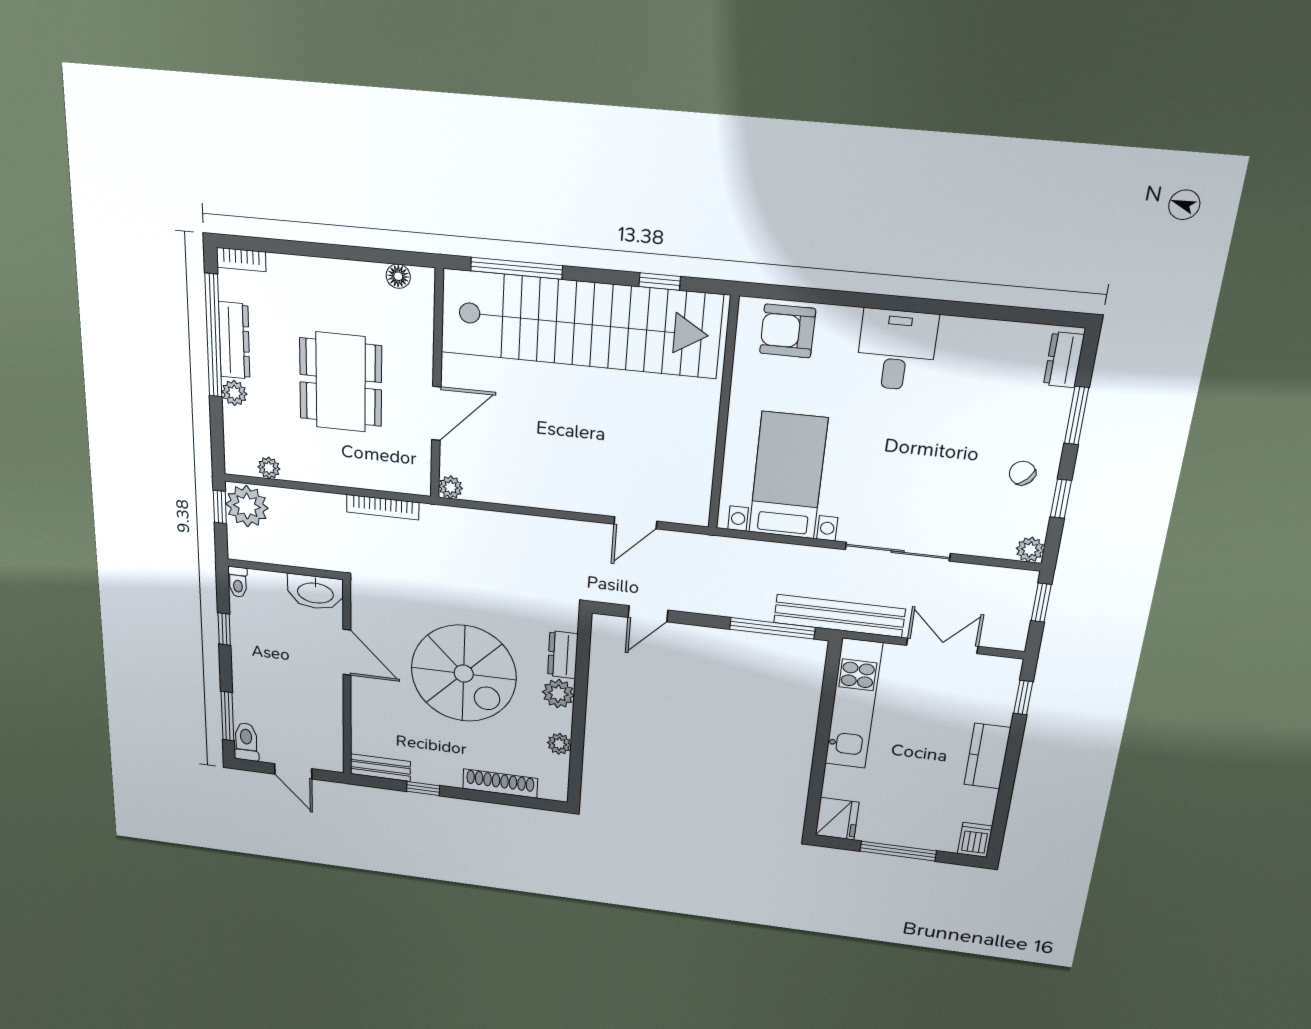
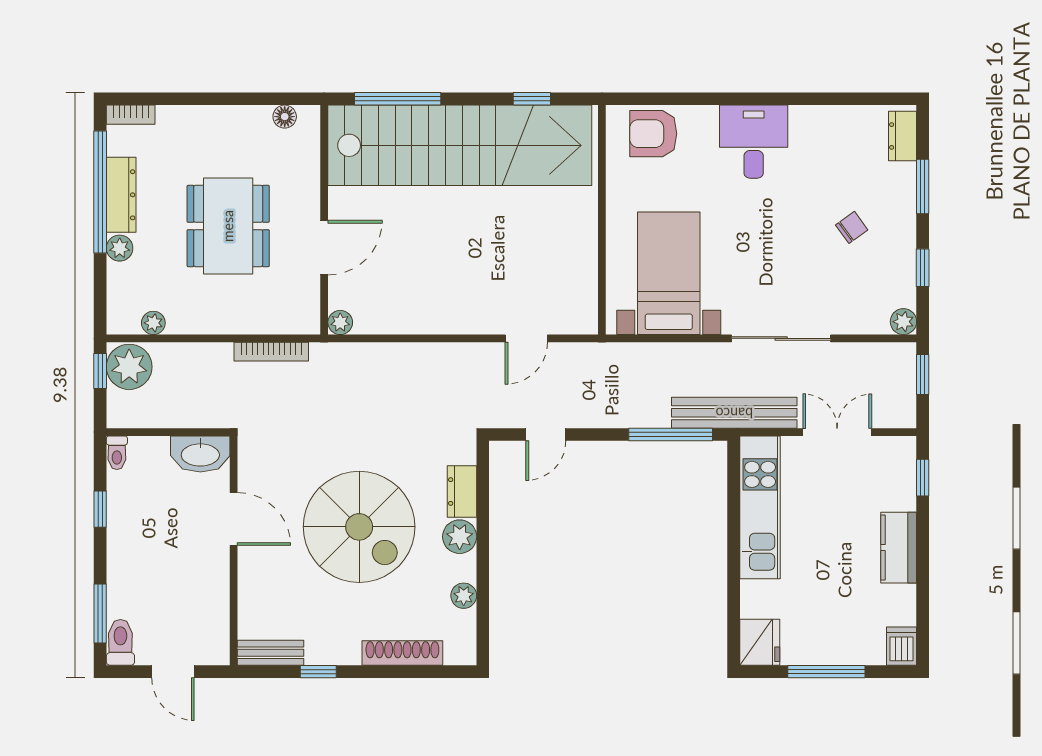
chair: (1022, 473) -> (852, 227), moved, turned 100

